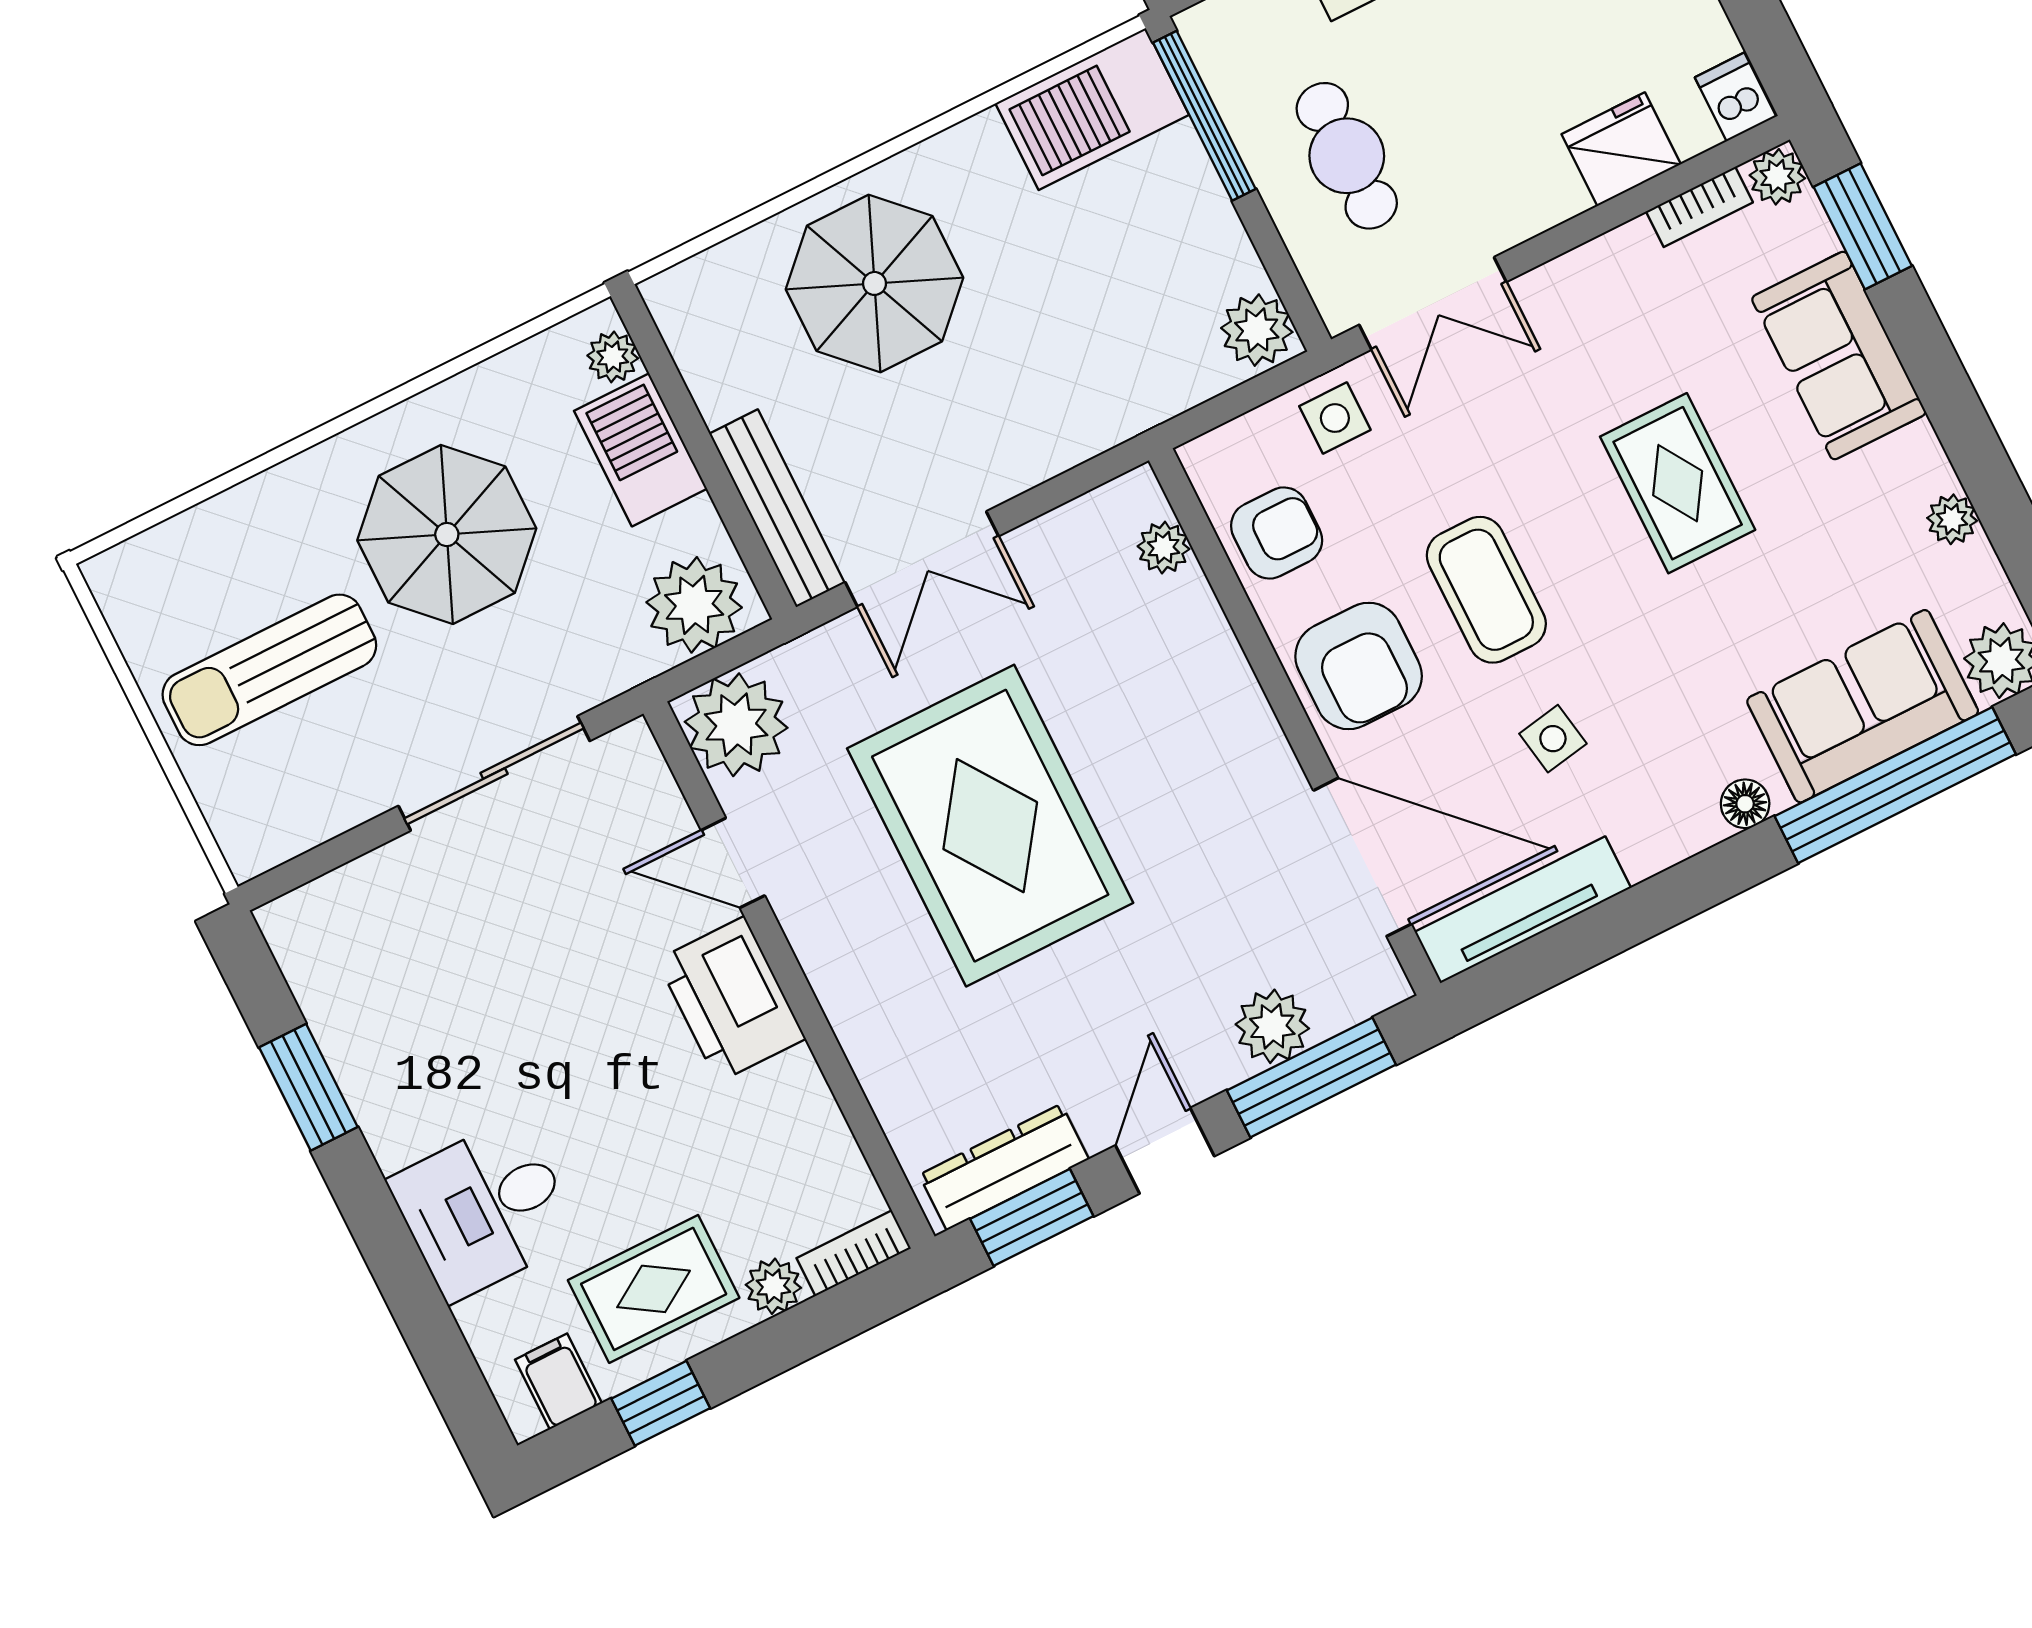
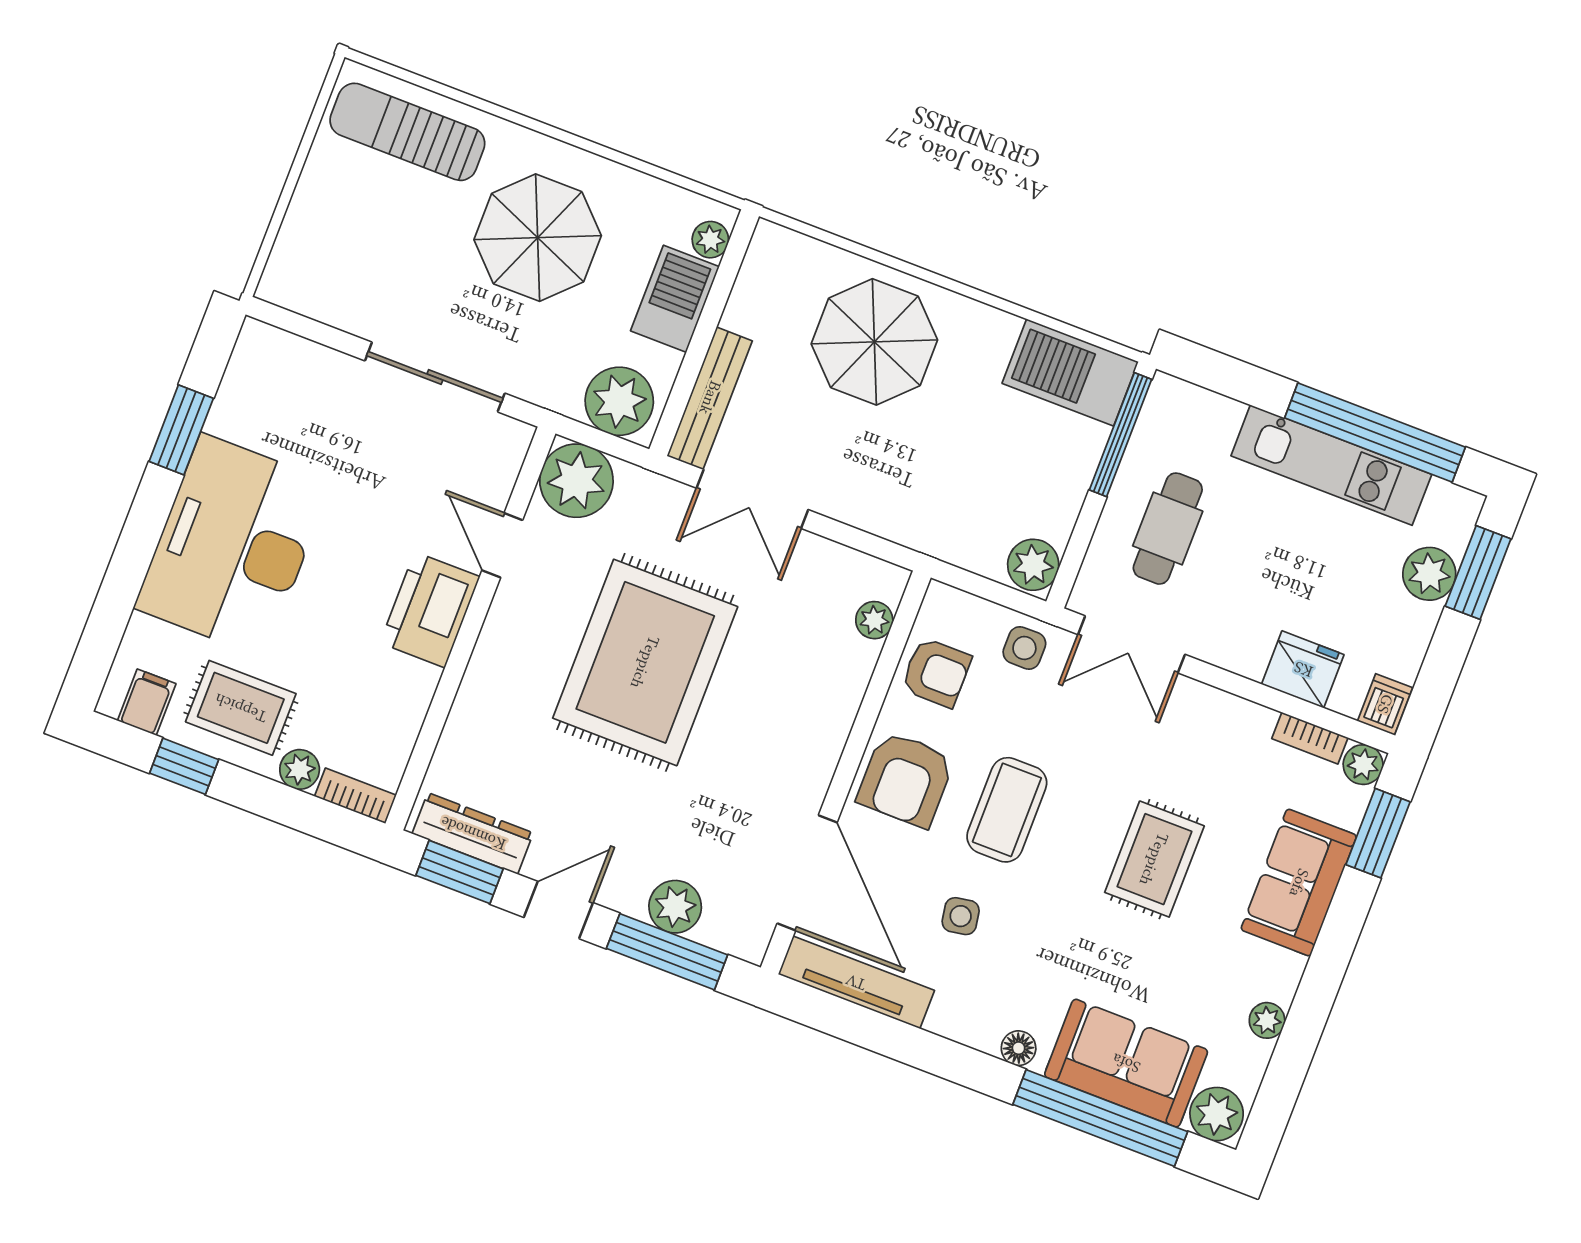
sun lounger: (269, 670) -> (407, 132), moved
desk: (484, 1209) -> (233, 545), width x1.87, depth x1.30

